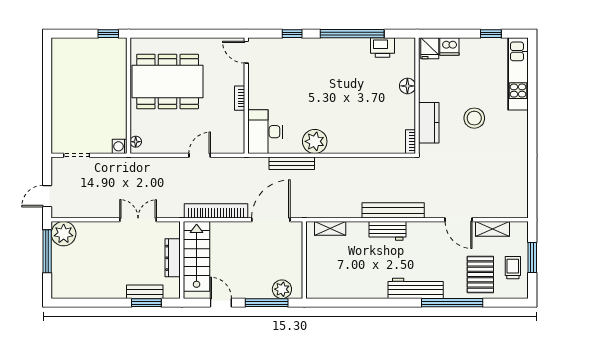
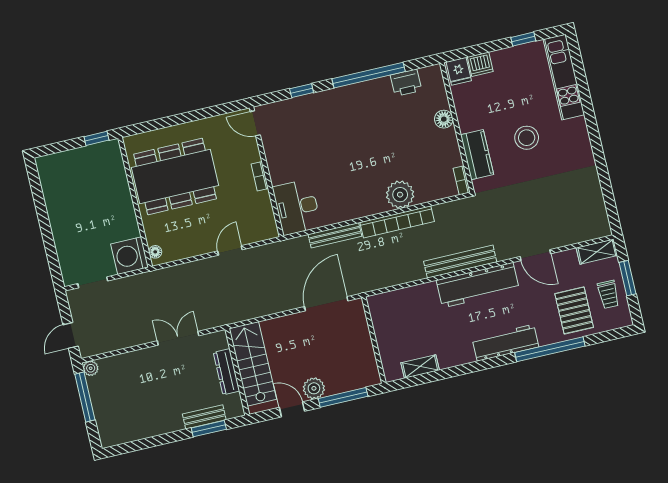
plant: (315, 141) -> (400, 195), moved
washing machine: (120, 146) -> (130, 256), width x1.89, depth x1.89
bookcase: (216, 211) -> (397, 222), moved, turned 180
shelving: (330, 228) -> (420, 366), moved
shelving: (492, 229) -> (597, 252), moved
workbench: (387, 231) -> (478, 285), width x1.88, depth x1.32
plant: (64, 234) -> (91, 368), width x0.53, depth x0.53
trolley: (513, 268) -> (608, 294), turned 180
plant: (282, 289) -> (314, 388), moved

